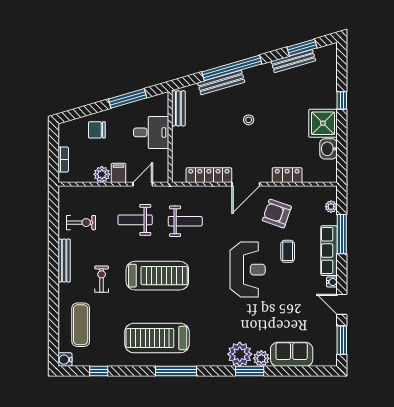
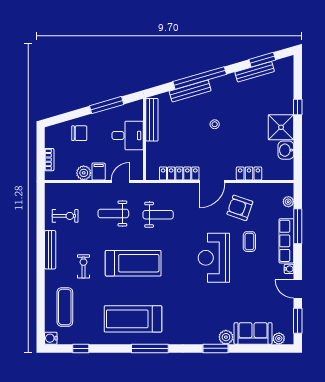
bench: (178, 108) -> (152, 120), width x1.36
chair: (97, 130) -> (79, 133), turned 180
reception desk: (248, 270) -> (214, 258), turned 180
plant: (240, 354) -> (279, 338), moved, width x0.53, depth x0.53

